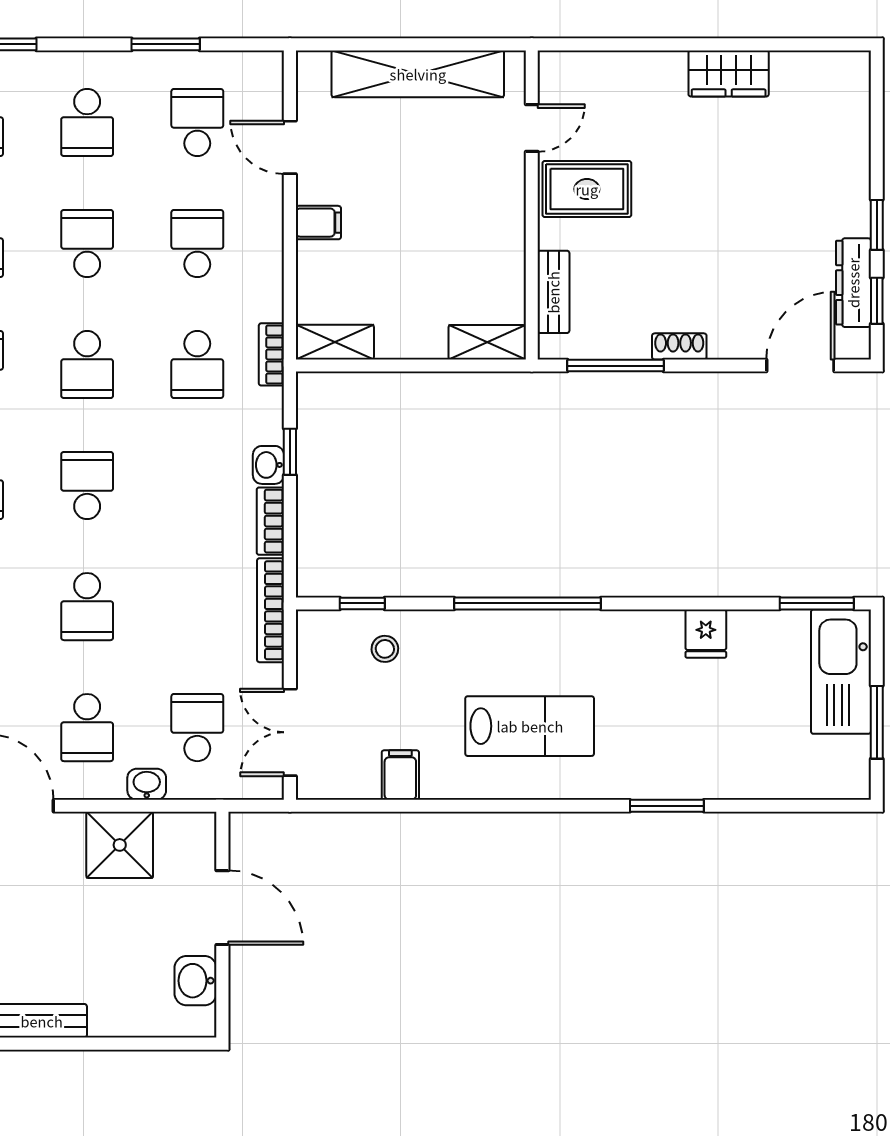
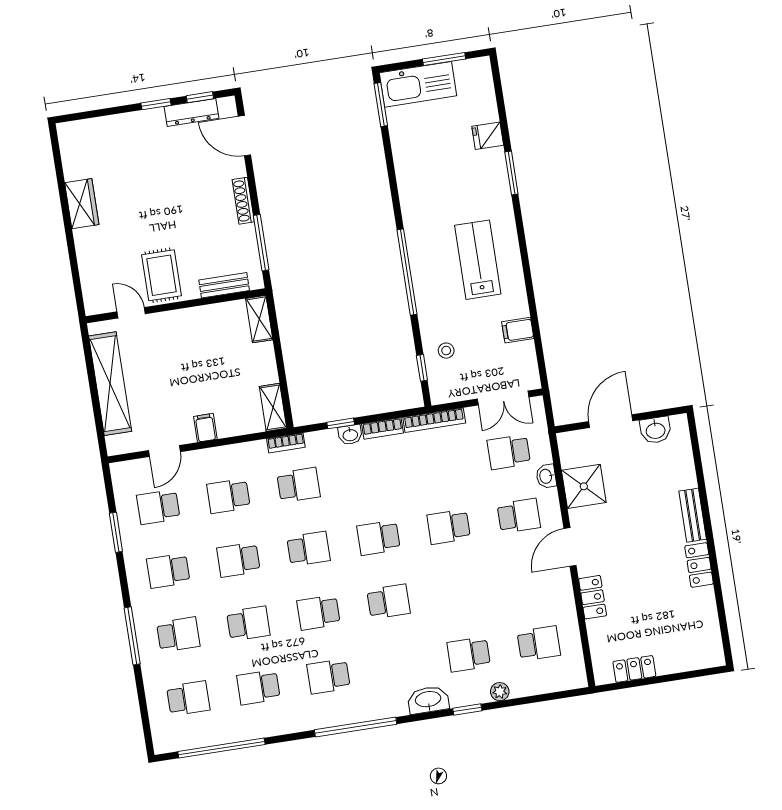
school desk: (87, 122) -> (168, 571), turned 180
shoe rack: (679, 346) -> (243, 201), width x1.43
school desk: (87, 607) -> (449, 527), turned 180
fridge: (706, 634) -> (488, 136), moved, turned 180

